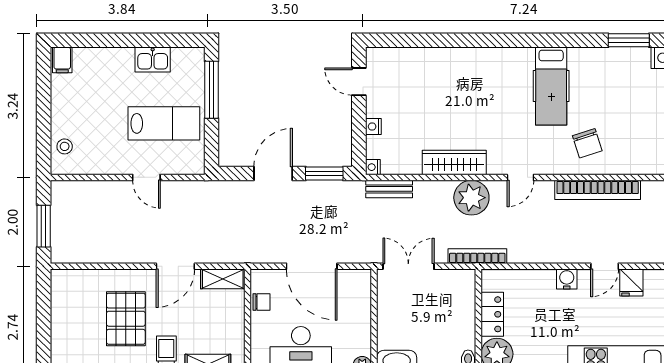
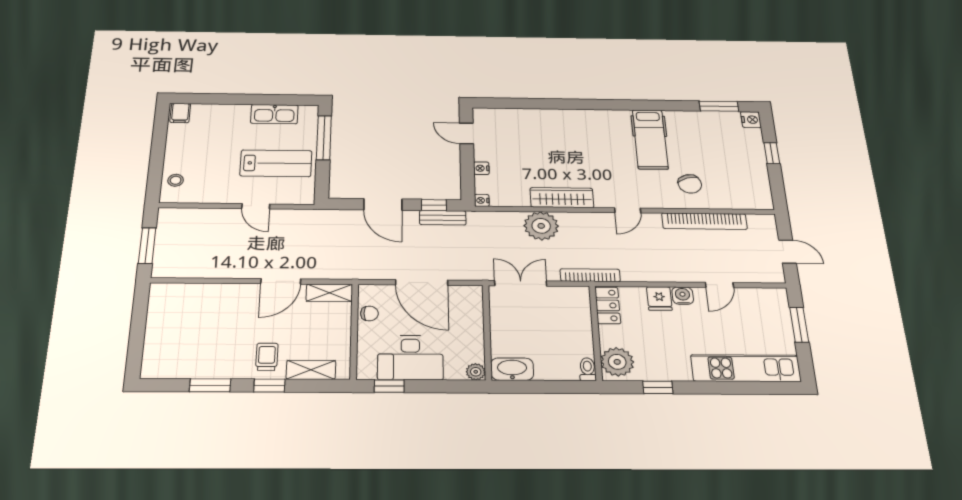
kitchen sink: (153, 60) -> (274, 114), width x1.38
door: (273, 173) -> (383, 204), swing flipped
window: (324, 173) -> (434, 205), width x0.67
bench: (389, 189) -> (443, 218), moved
plant: (471, 198) -> (541, 226), moved
fridge: (631, 283) -> (659, 299), moved
locker: (492, 314) -> (608, 305), moved
pallet: (126, 319) -> (226, 327), removed

